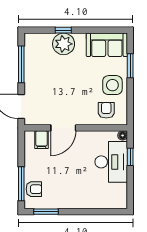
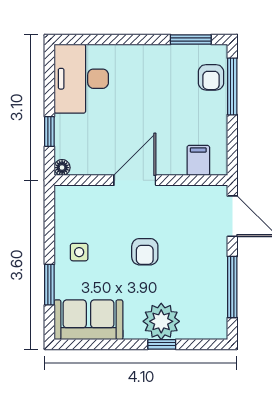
side table: (112, 85) -> (79, 252), width x0.54, depth x0.54
armchair: (106, 110) -> (145, 252), moved
door: (63, 128) -> (135, 180), moved
desk: (111, 162) -> (81, 79), moved
armchair: (34, 189) -> (211, 77), turned -90

